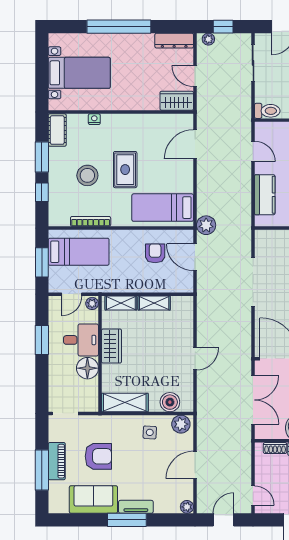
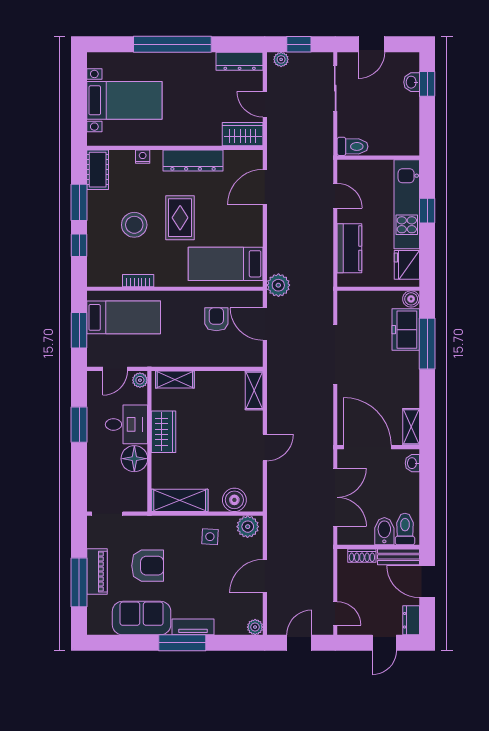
dresser: (136, 122) -> (193, 161), added
bookcase: (91, 221) -> (138, 281), width x0.64
shelving: (154, 303) -> (254, 390), moved, turned 90

